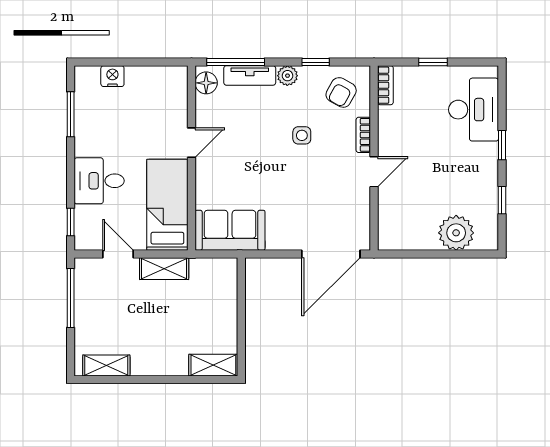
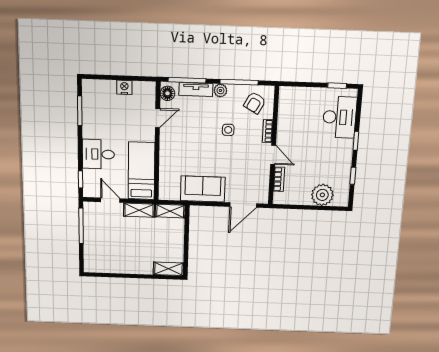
window: (316, 62) -> (239, 82), width x2.17
window: (433, 62) -> (337, 86), moved
nightstand: (112, 76) -> (124, 87), moved
bookcase: (385, 85) -> (279, 179), moved
door: (192, 143) -> (158, 118), moved
door: (374, 172) -> (273, 155), hinge flipped
sofa: (230, 230) -> (203, 189), moved
door: (331, 254) -> (243, 205), width x0.73
shelving: (106, 365) -> (170, 211), moved

